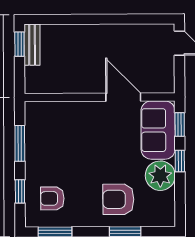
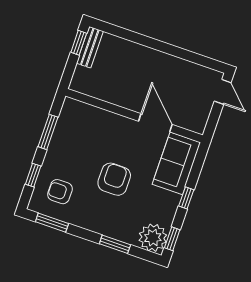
window: (180, 125) -> (172, 239), moved
plant: (160, 176) -> (153, 238), moved
armchair: (118, 199) -> (114, 179), moved, turned 90

